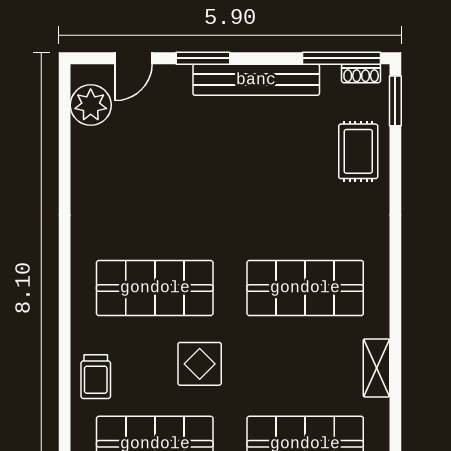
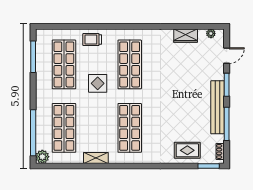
door: (134, 58) -> (227, 56), swing flipped
window: (341, 58) -> (227, 124), moved
plant: (91, 105) -> (211, 33), width x0.53, depth x0.53
wardrobe: (87, 156) -> (186, 36), added

